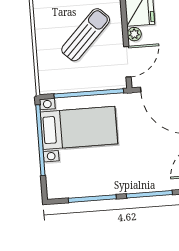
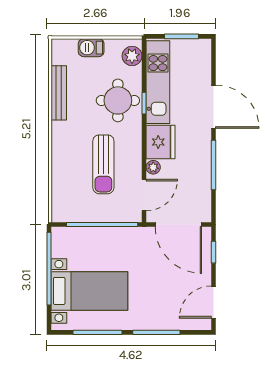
sun lounger: (86, 35) -> (103, 164), turned 136
bed with nightstands: (79, 128) -> (89, 291), moved

